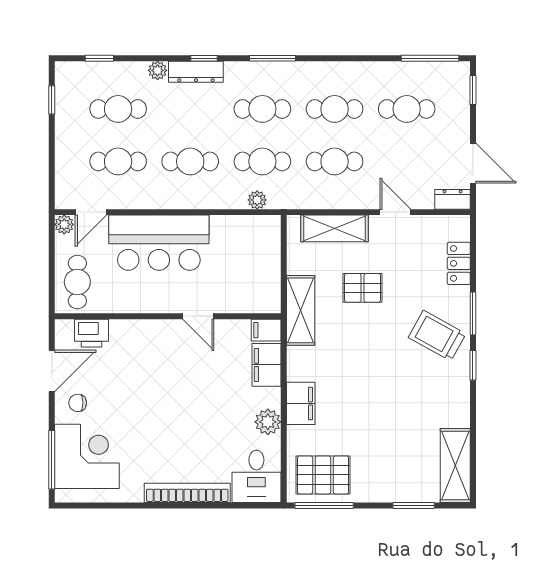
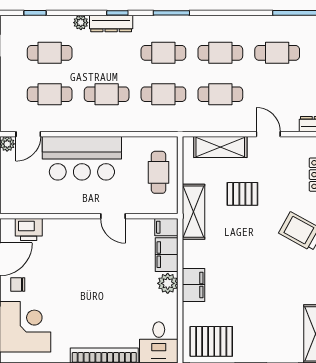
plant: (257, 200) -> (159, 125), removed
cafe table: (77, 282) -> (159, 172), moved
plant: (268, 422) -> (168, 283), moved

